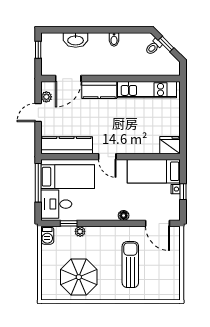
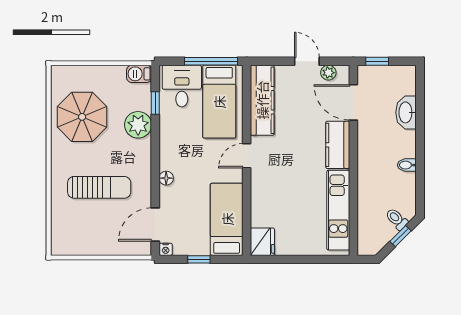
window: (38, 50) -> (377, 61), moved
nightstand: (176, 189) -> (166, 249), moved
plant: (80, 231) -> (138, 125), width x1.88, depth x1.88

